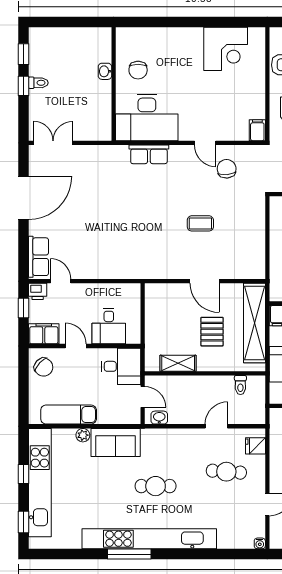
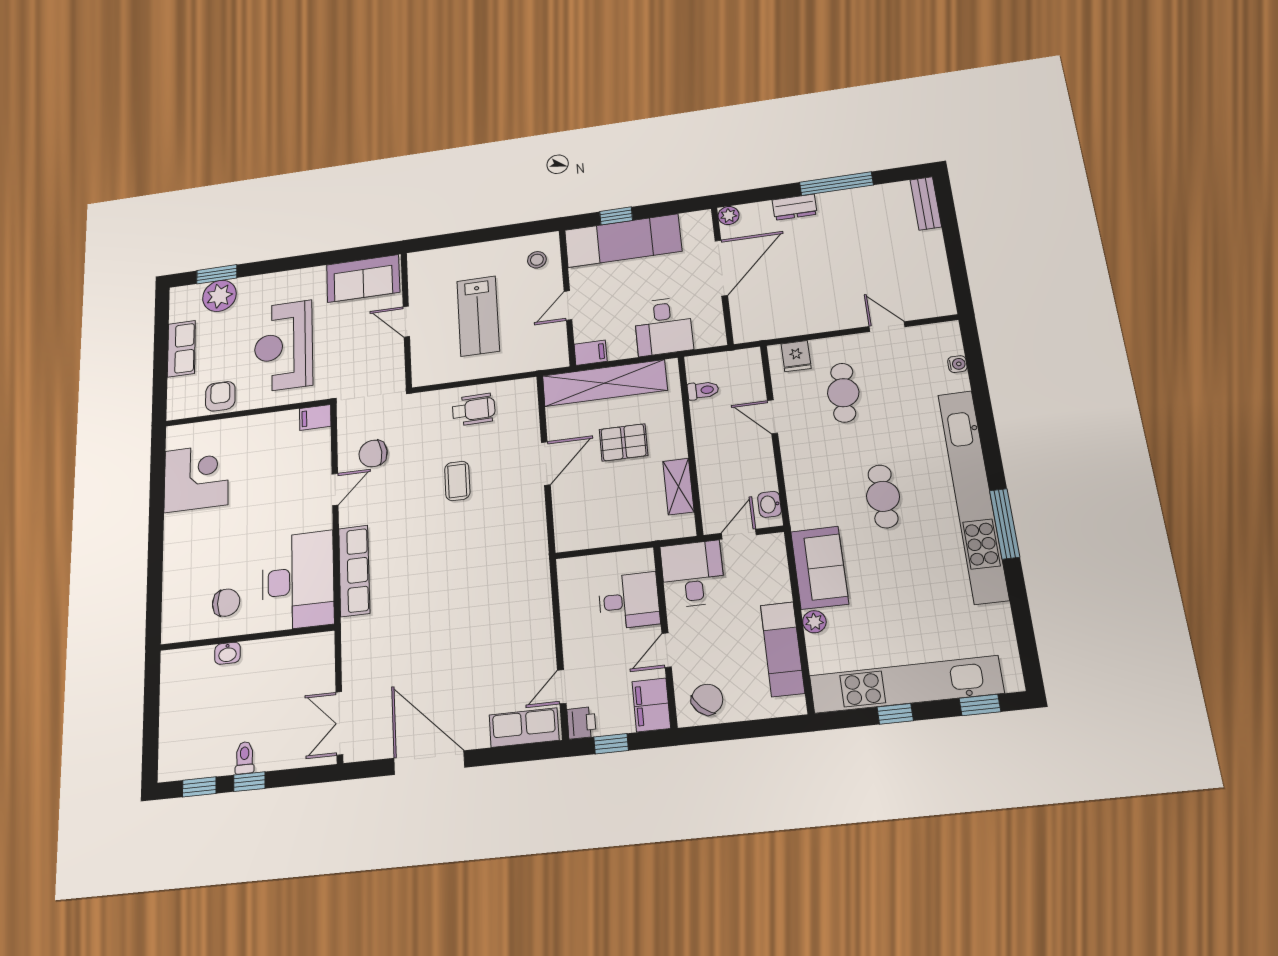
row of seats: (149, 154) -> (354, 571), width x1.48
wheelchair: (248, 237) -> (474, 410), added
water cooler: (260, 543) -> (957, 364), moved

